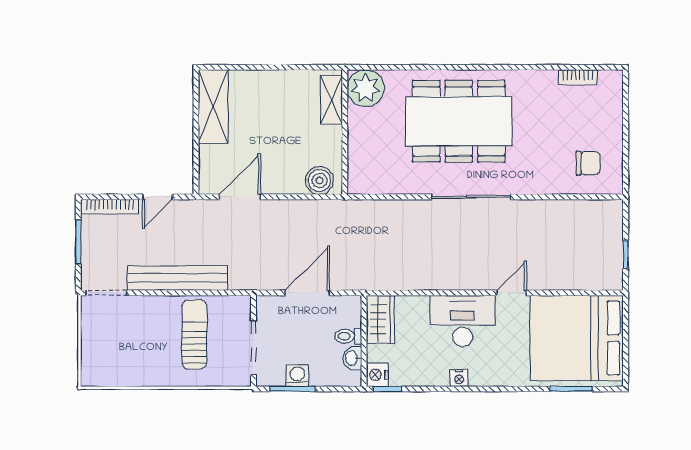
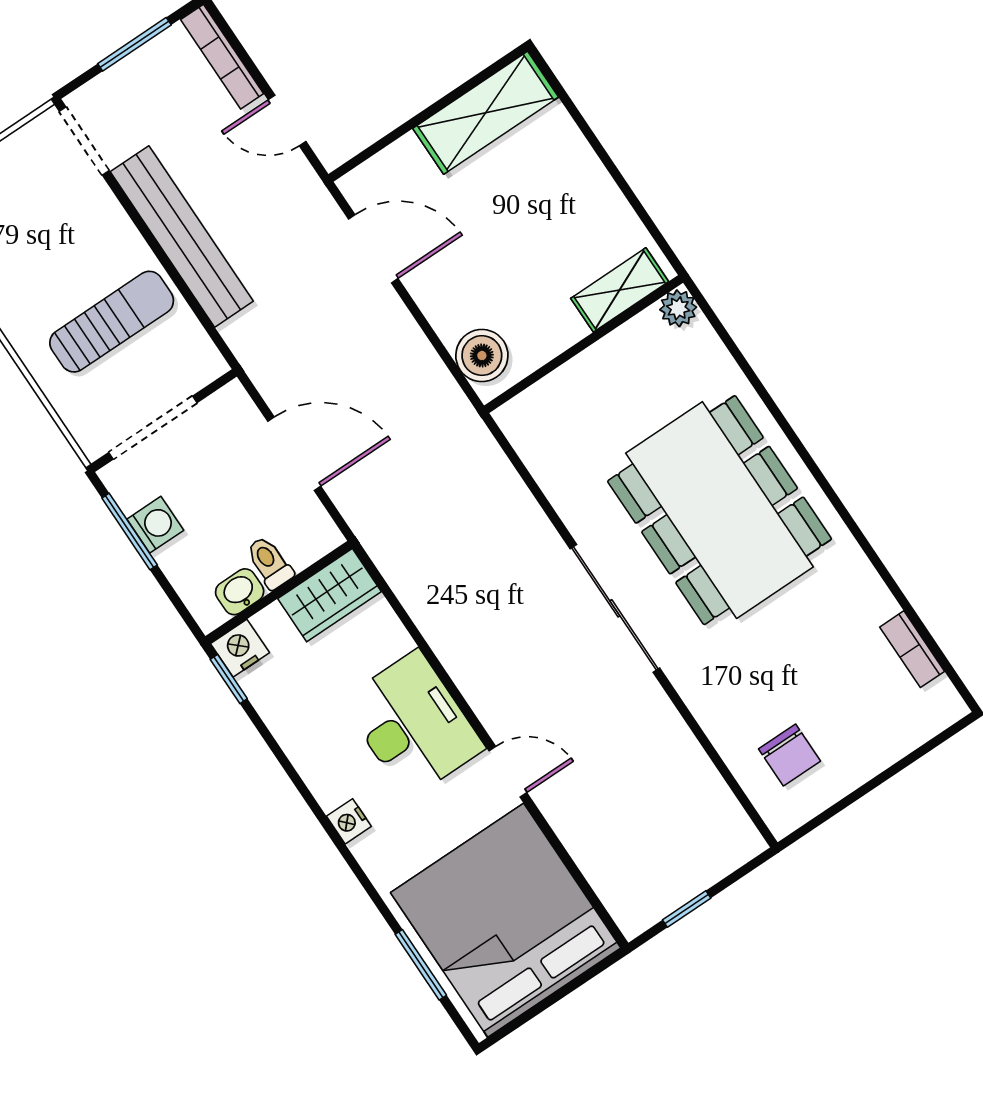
plant: (366, 88) -> (678, 308), width x0.53, depth x0.53
nightstand: (459, 378) -> (349, 821), moved

